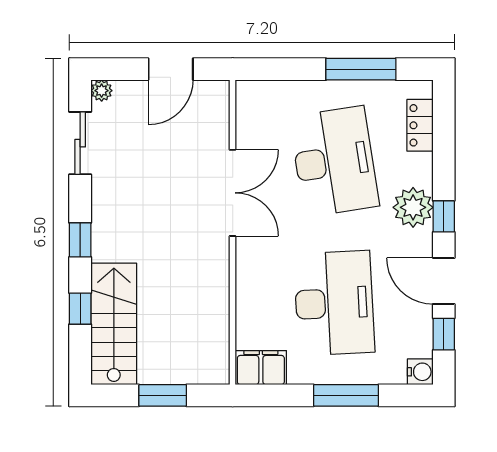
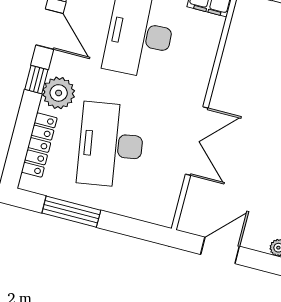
locker: (420, 125) -> (39, 145), width x1.53
double door: (233, 193) -> (197, 141), swing flipped

